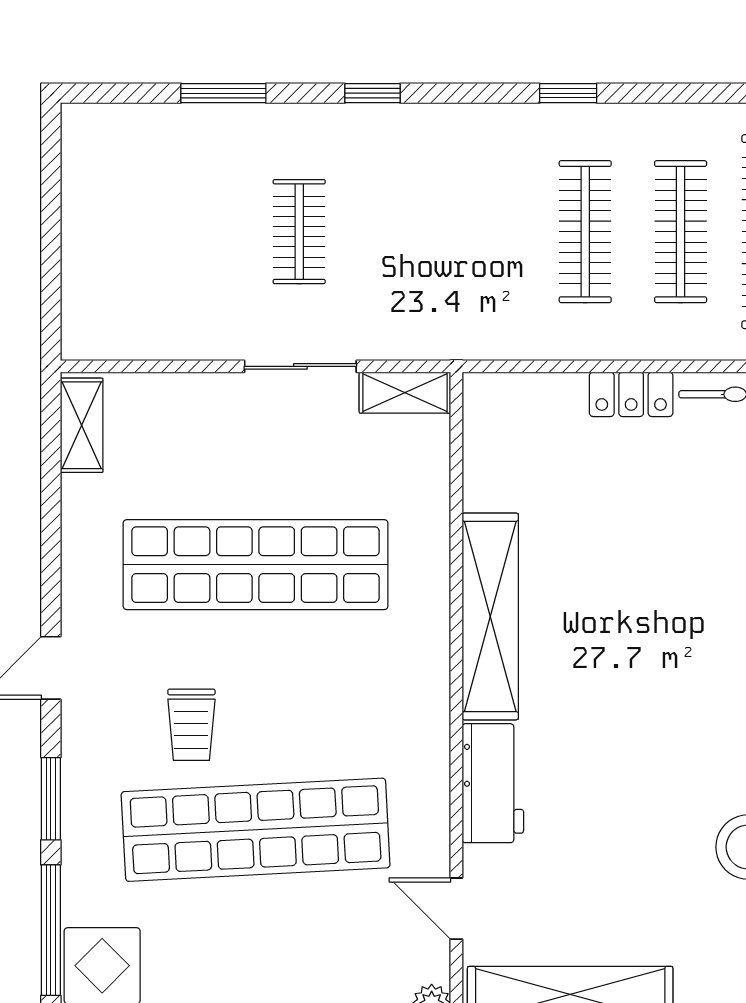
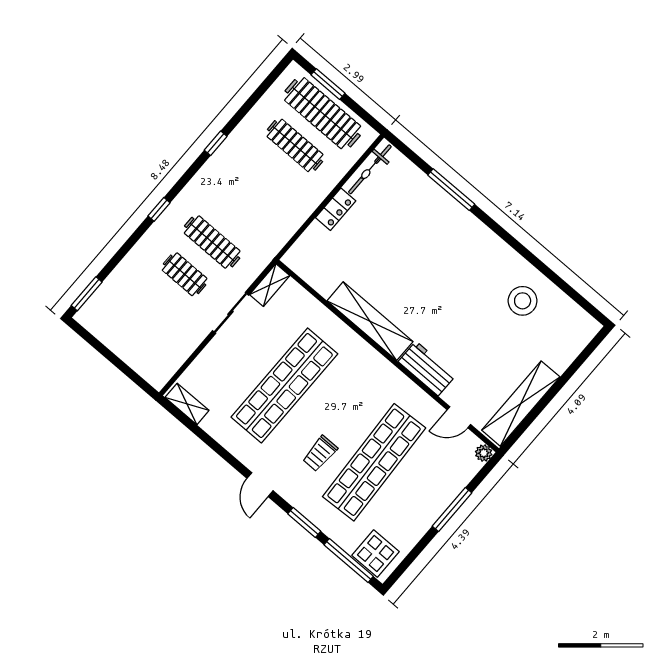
window: (223, 93) -> (87, 294), moved
clothes rail: (585, 232) -> (212, 242), moved
trolley: (191, 725) -> (320, 454), turned 90

